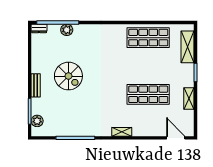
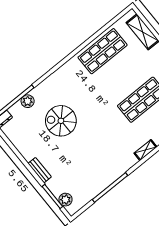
spiral stairs: (68, 76) -> (61, 121), moved, turned 180

